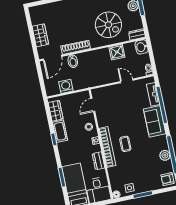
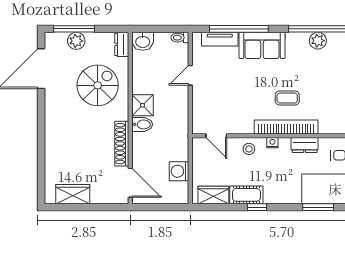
wardrobe: (40, 35) -> (73, 194), moved
shower: (117, 52) -> (143, 105), moved
bidet: (73, 61) -> (142, 124), moved

